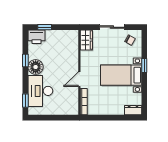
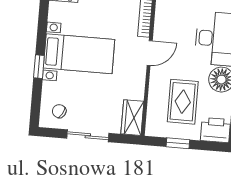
window: (45, 27) -> (178, 143), moved
rug: (57, 52) -> (183, 102), added

